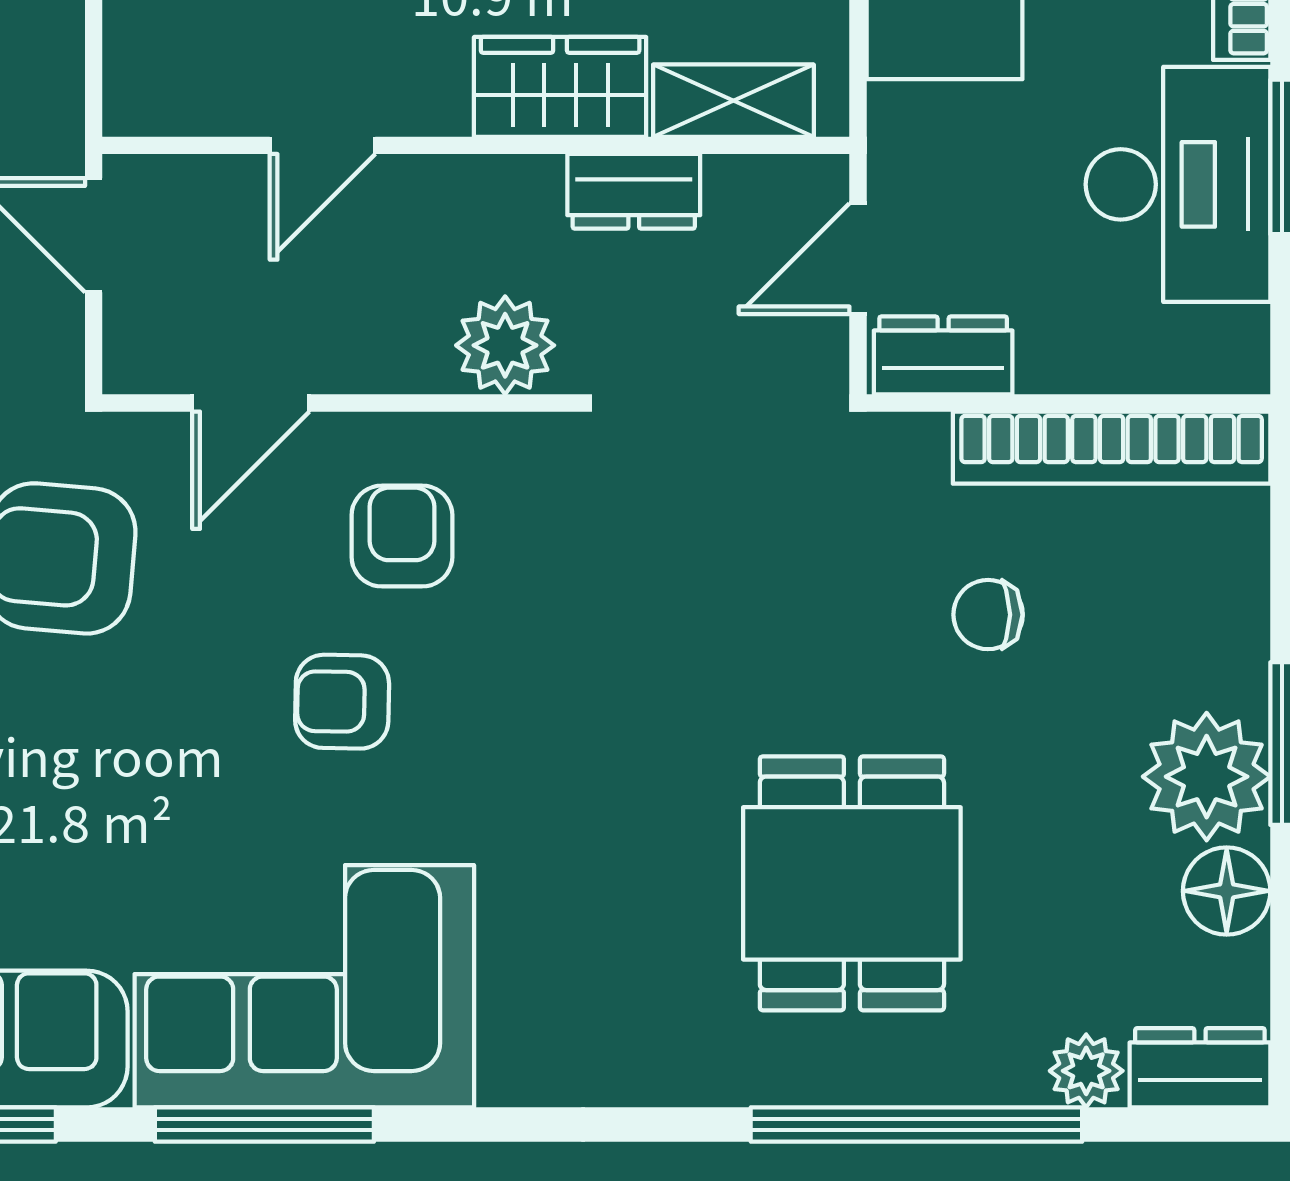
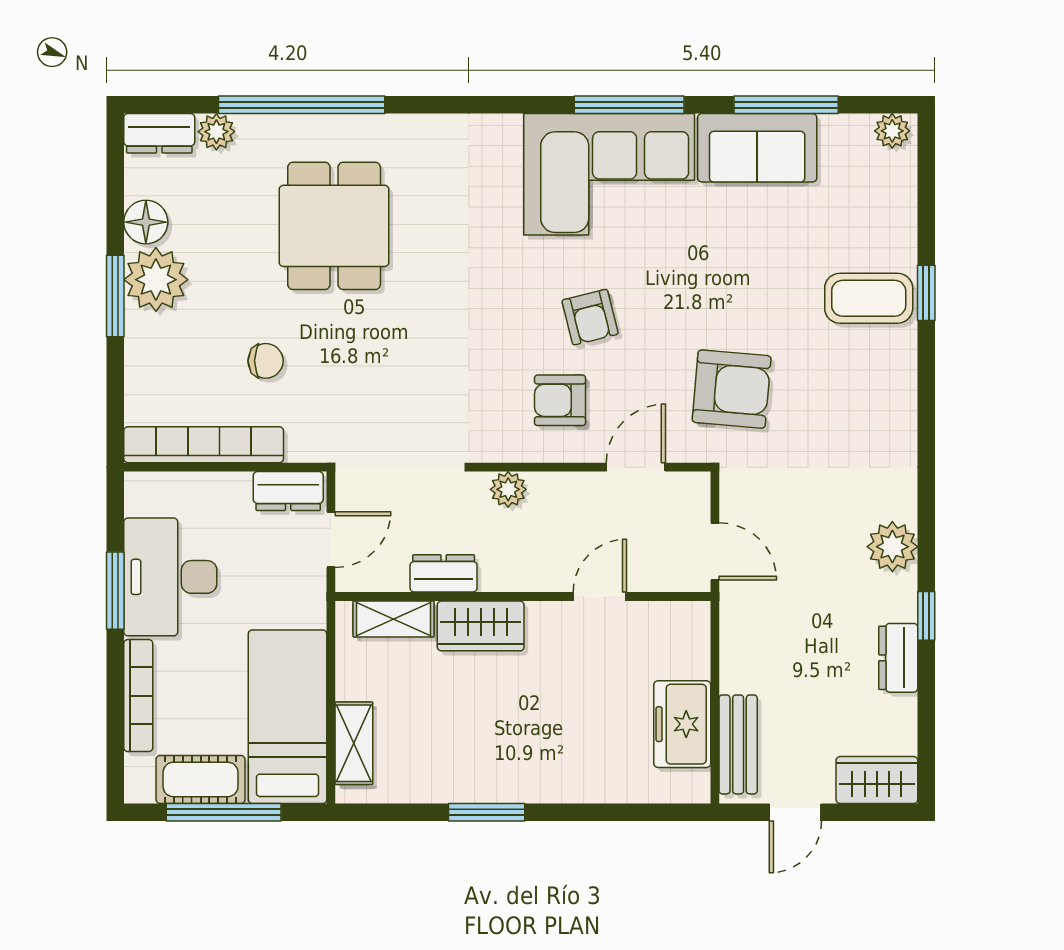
plant: (505, 345) -> (508, 489), width x0.73, depth x0.73
armchair: (402, 536) -> (560, 400), turned 90
armchair: (342, 702) -> (590, 317), turned 75

